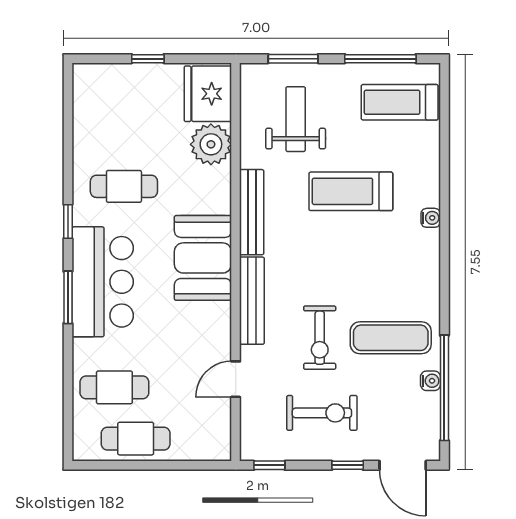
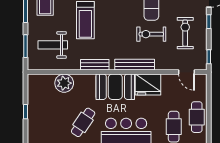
fridge: (208, 94) -> (148, 85), moved
cafe table: (124, 186) -> (83, 122), turned 34
bench: (252, 212) -> (95, 65), width x0.73
exercise bike: (320, 338) -> (151, 34), turned 180
door: (236, 379) -> (186, 72), moved

